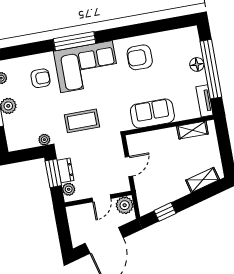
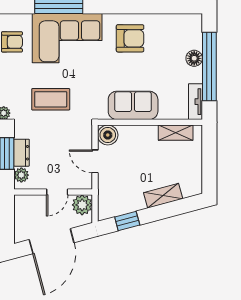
armchair: (140, 57) -> (130, 38), turned 180
boiler: (136, 142) -> (108, 135), added
door: (129, 166) -> (95, 161), swing flipped
shelving: (203, 180) -> (163, 196), moved

